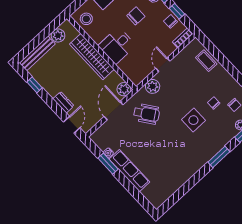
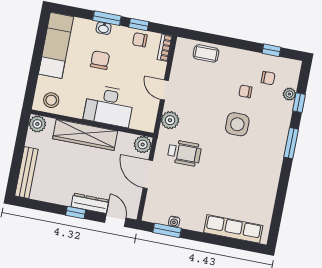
plant: (58, 36) -> (37, 124), moved
desk: (117, 46) -> (109, 106), width x1.37
window: (35, 85) -> (76, 213), moved
dresser: (63, 102) -> (90, 203), width x1.44
wheelchair: (147, 114) -> (184, 153), turned 36
window: (108, 164) -> (167, 230), moved
row of seats: (129, 171) -> (233, 229), moved

